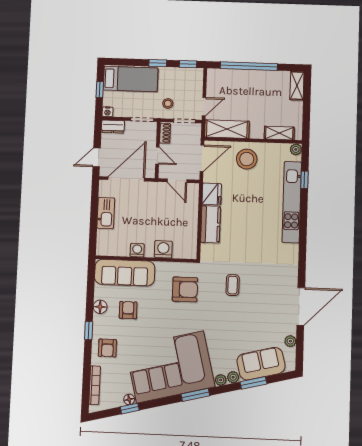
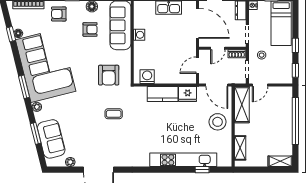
door: (204, 107) -> (260, 85), hinge flipped
plant: (296, 149) -> (227, 162), removed
washing machine: (163, 249) -> (147, 77), moved, turned -90
plant: (233, 377) -> (39, 117), removed

